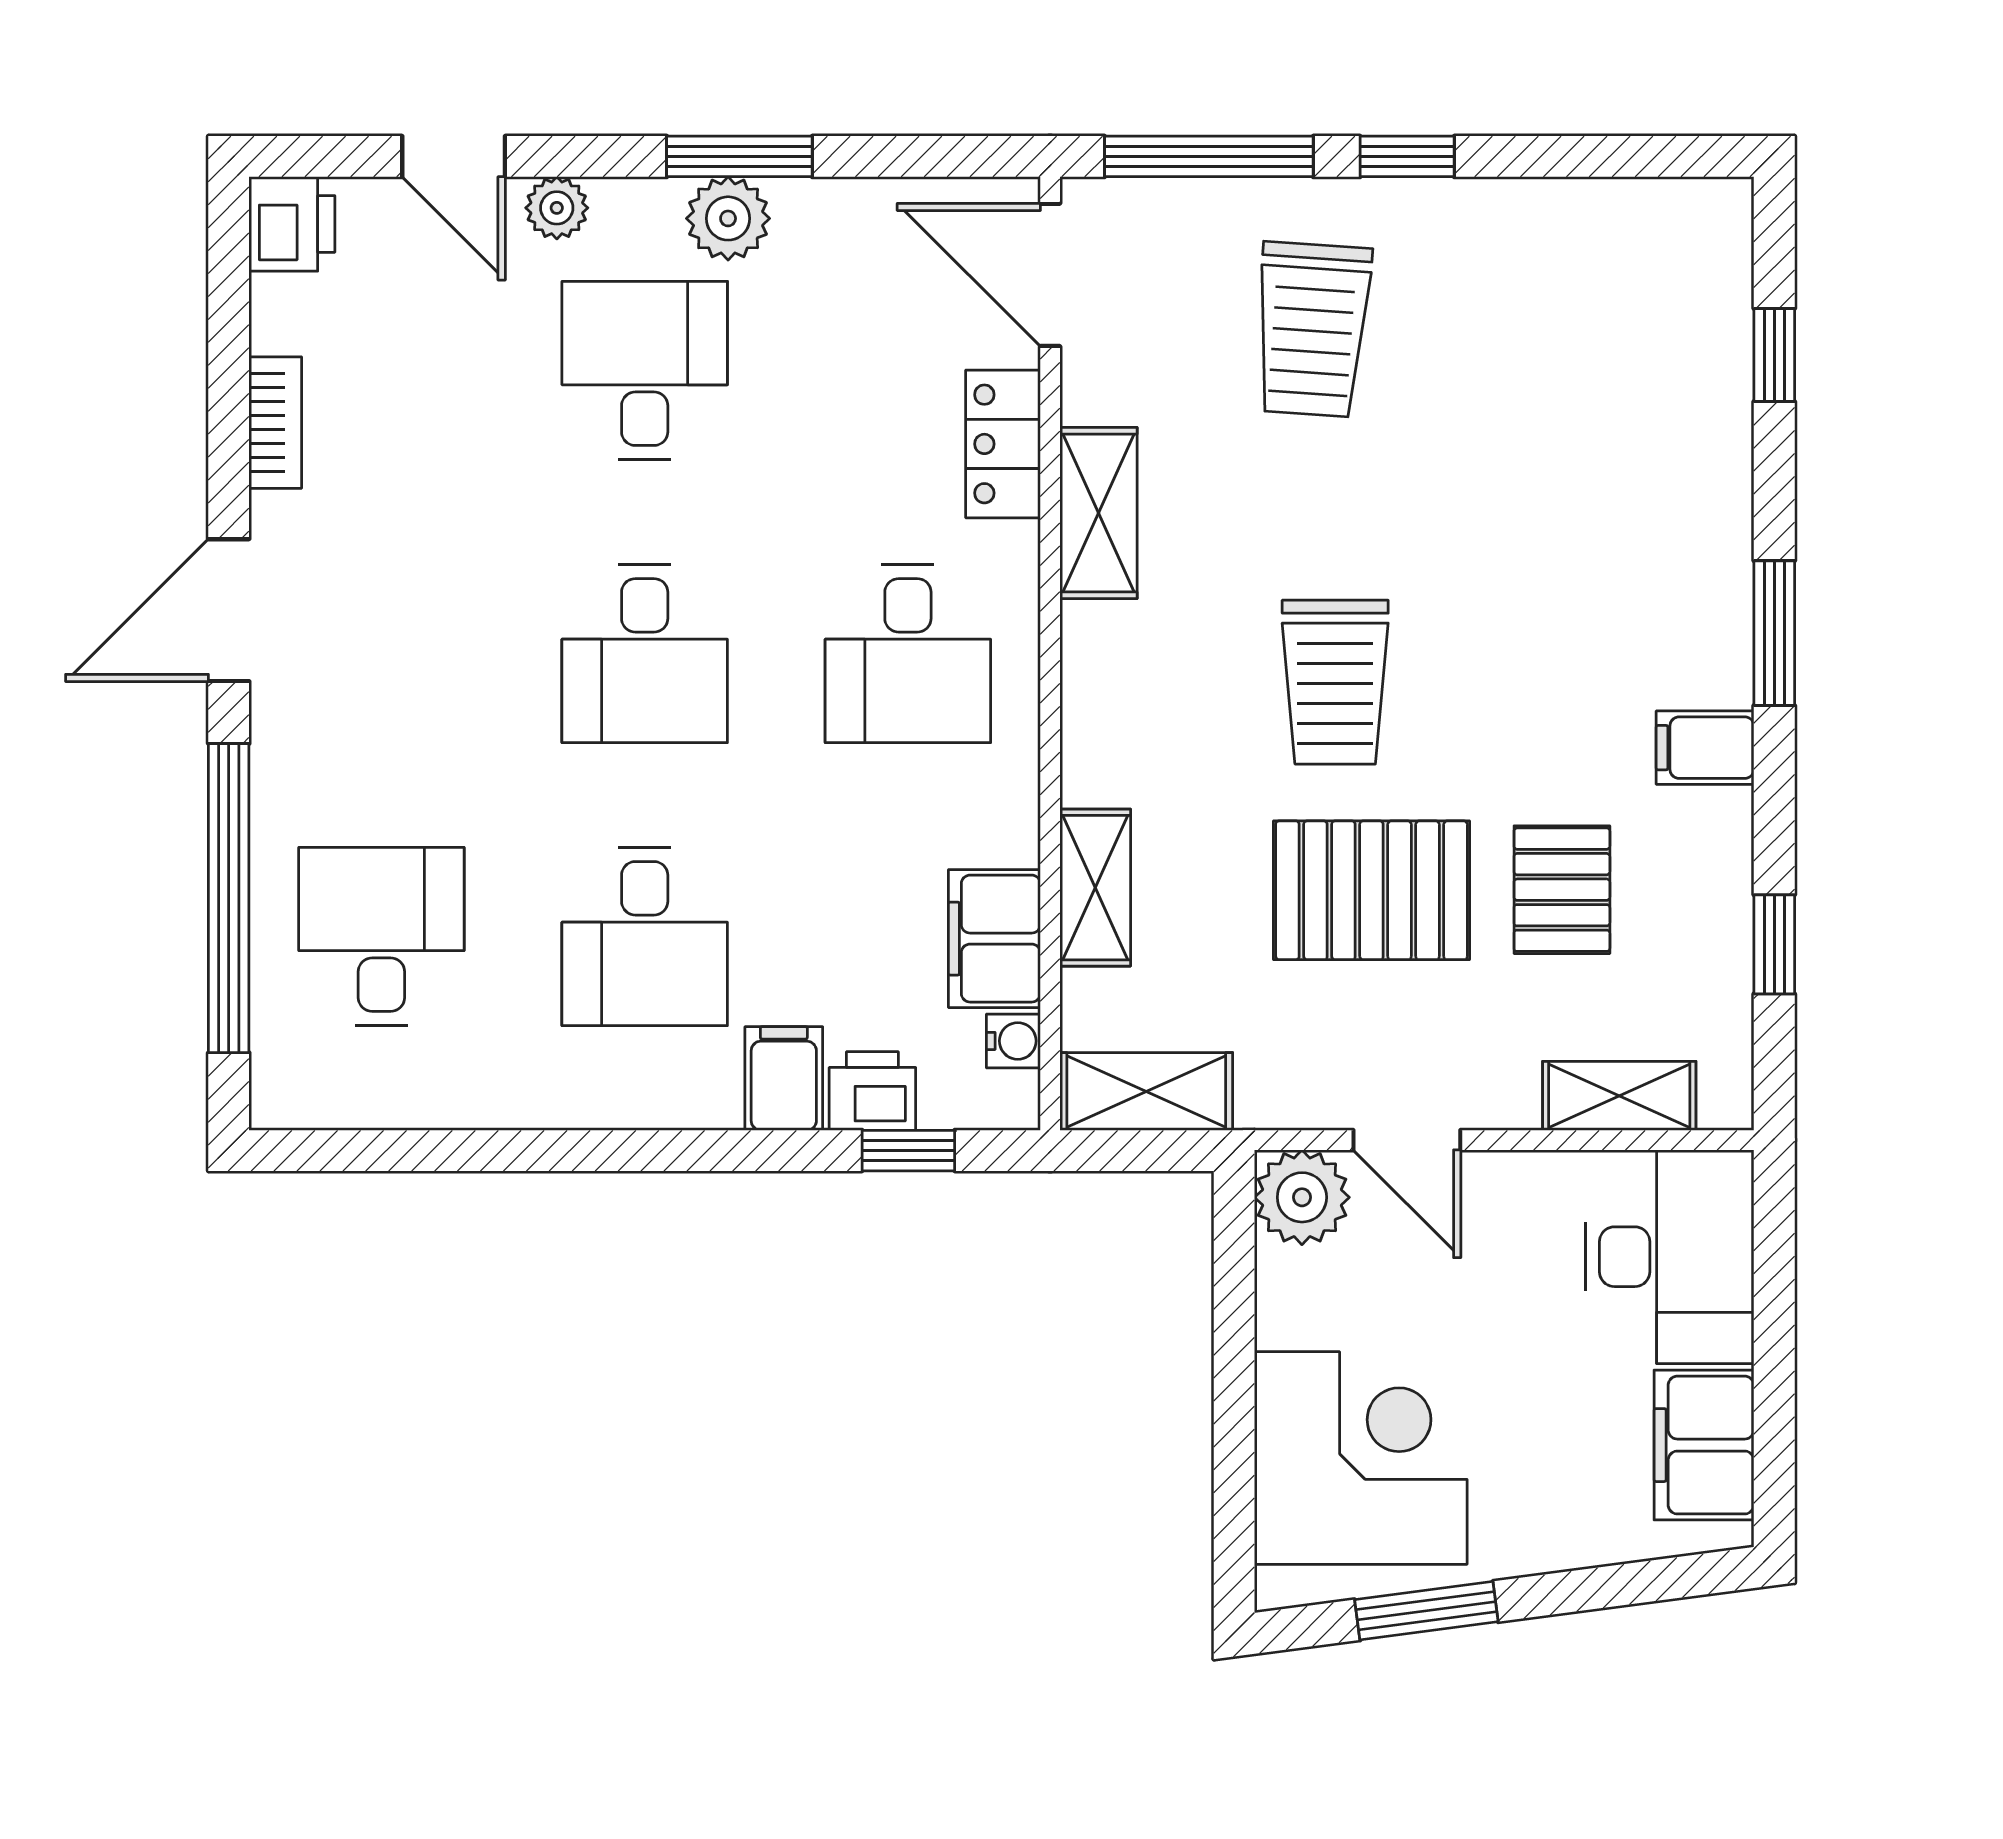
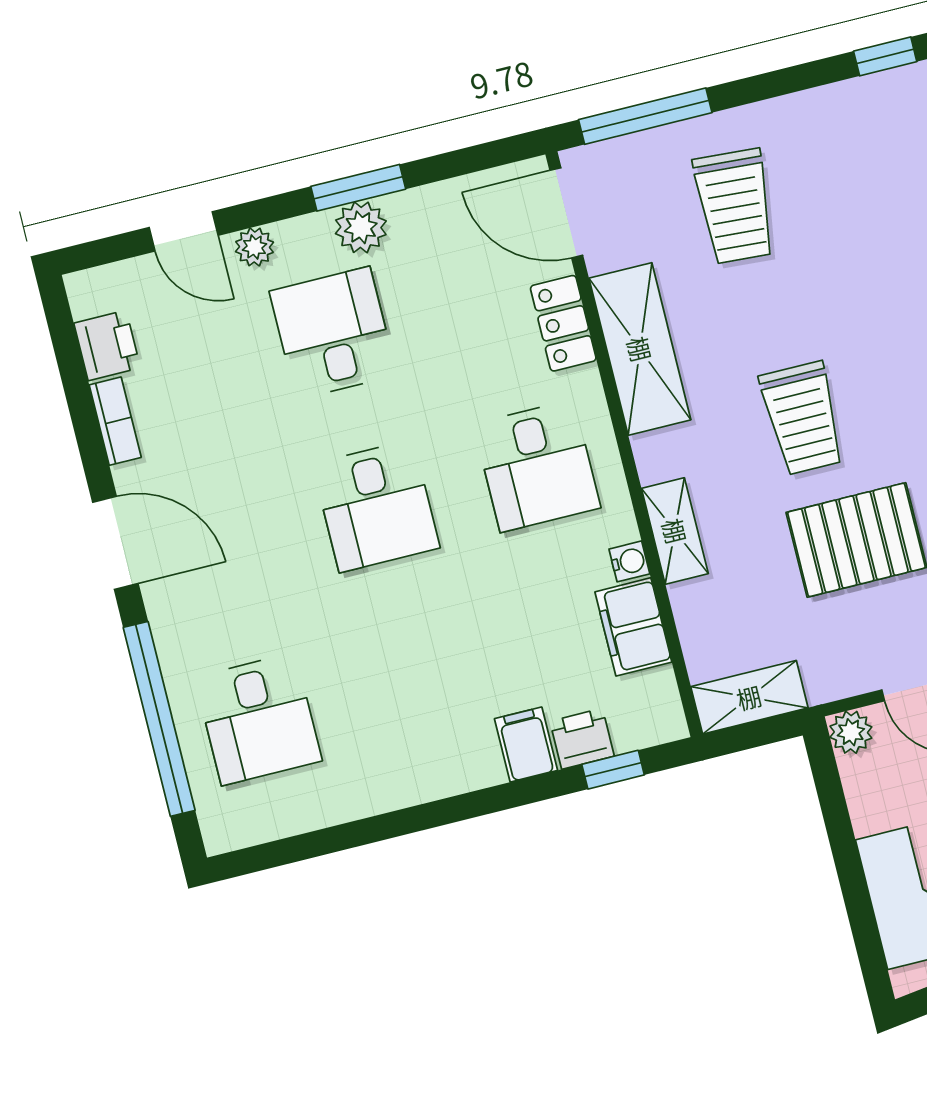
window: (1407, 156) -> (885, 56), moved
printer: (292, 224) -> (107, 346), moved
shelving: (1098, 513) -> (640, 349), width x1.50, depth x1.33
door: (229, 610) -> (115, 543), swing flipped
shelving: (1095, 888) -> (675, 531), moved
desk: (381, 936) -> (258, 719), turned 180
desk: (645, 936) -> (419, 679), removed
water cooler: (1013, 1041) -> (629, 561), moved
plant: (1302, 1197) -> (851, 732), width x0.73, depth x0.73

